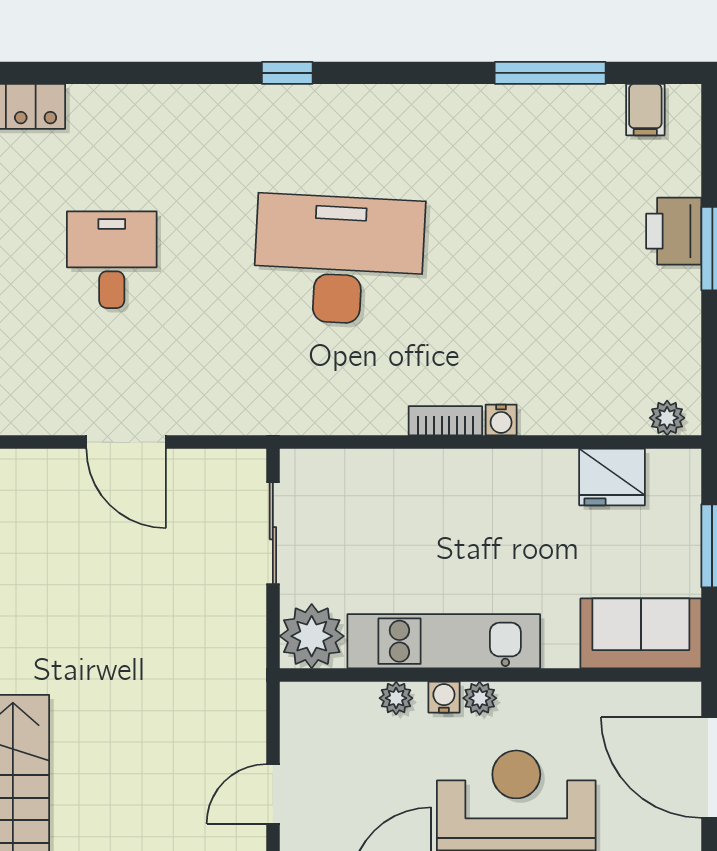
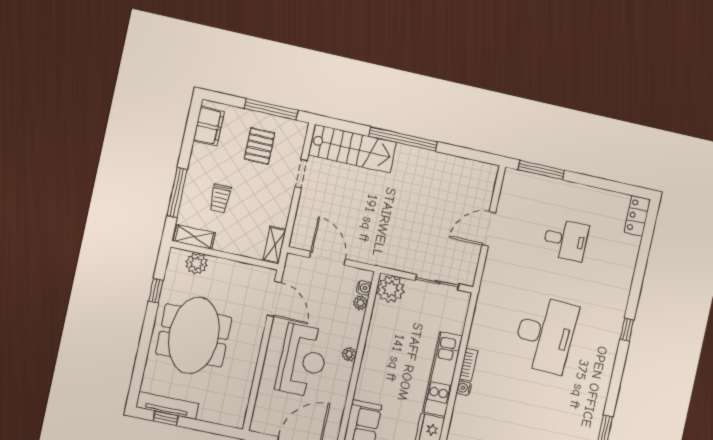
kitchen unit: (444, 641) -> (443, 374), moved, turned 180
water cooler: (444, 697) -> (364, 288), moved
plant: (396, 698) -> (360, 303), moved
door: (273, 794) -> (327, 258), width x1.38

